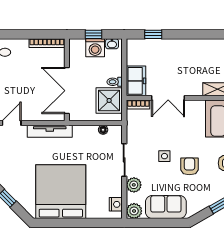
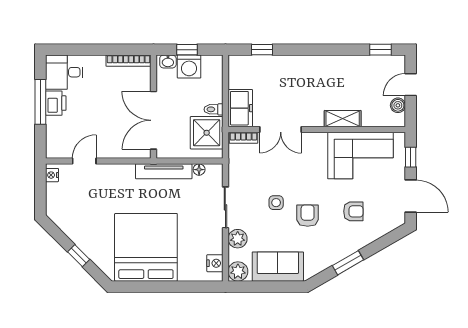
washbasin: (112, 44) -> (168, 62), moved
tv unit: (50, 131) -> (164, 171), moved

